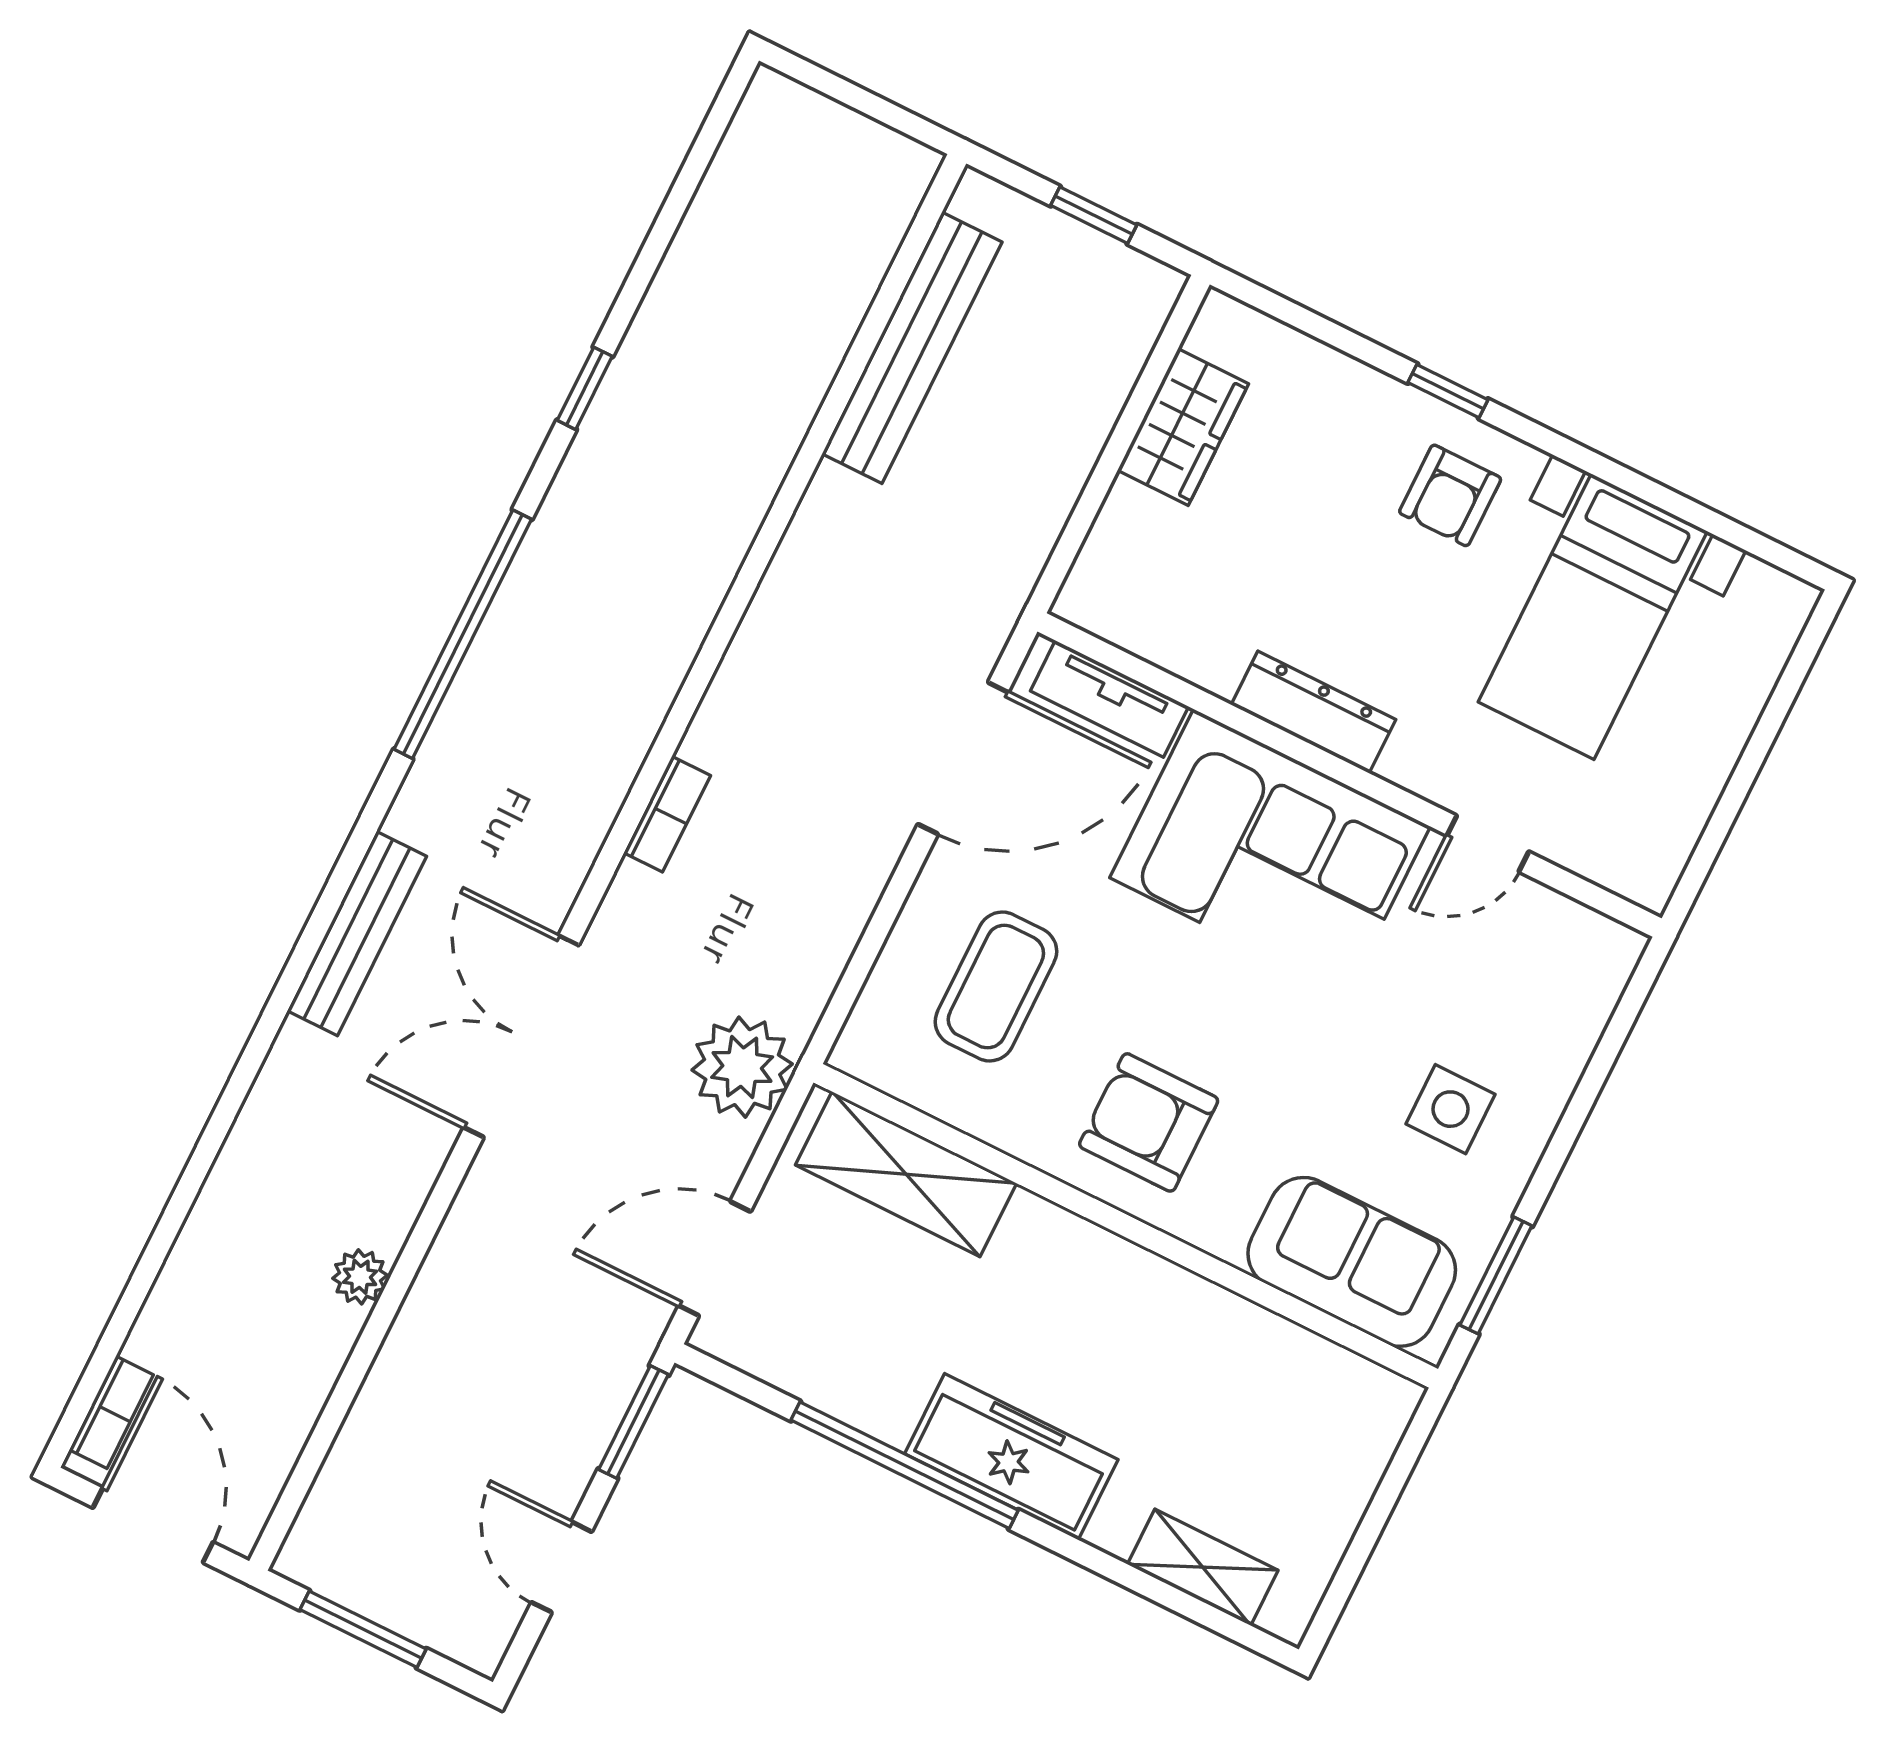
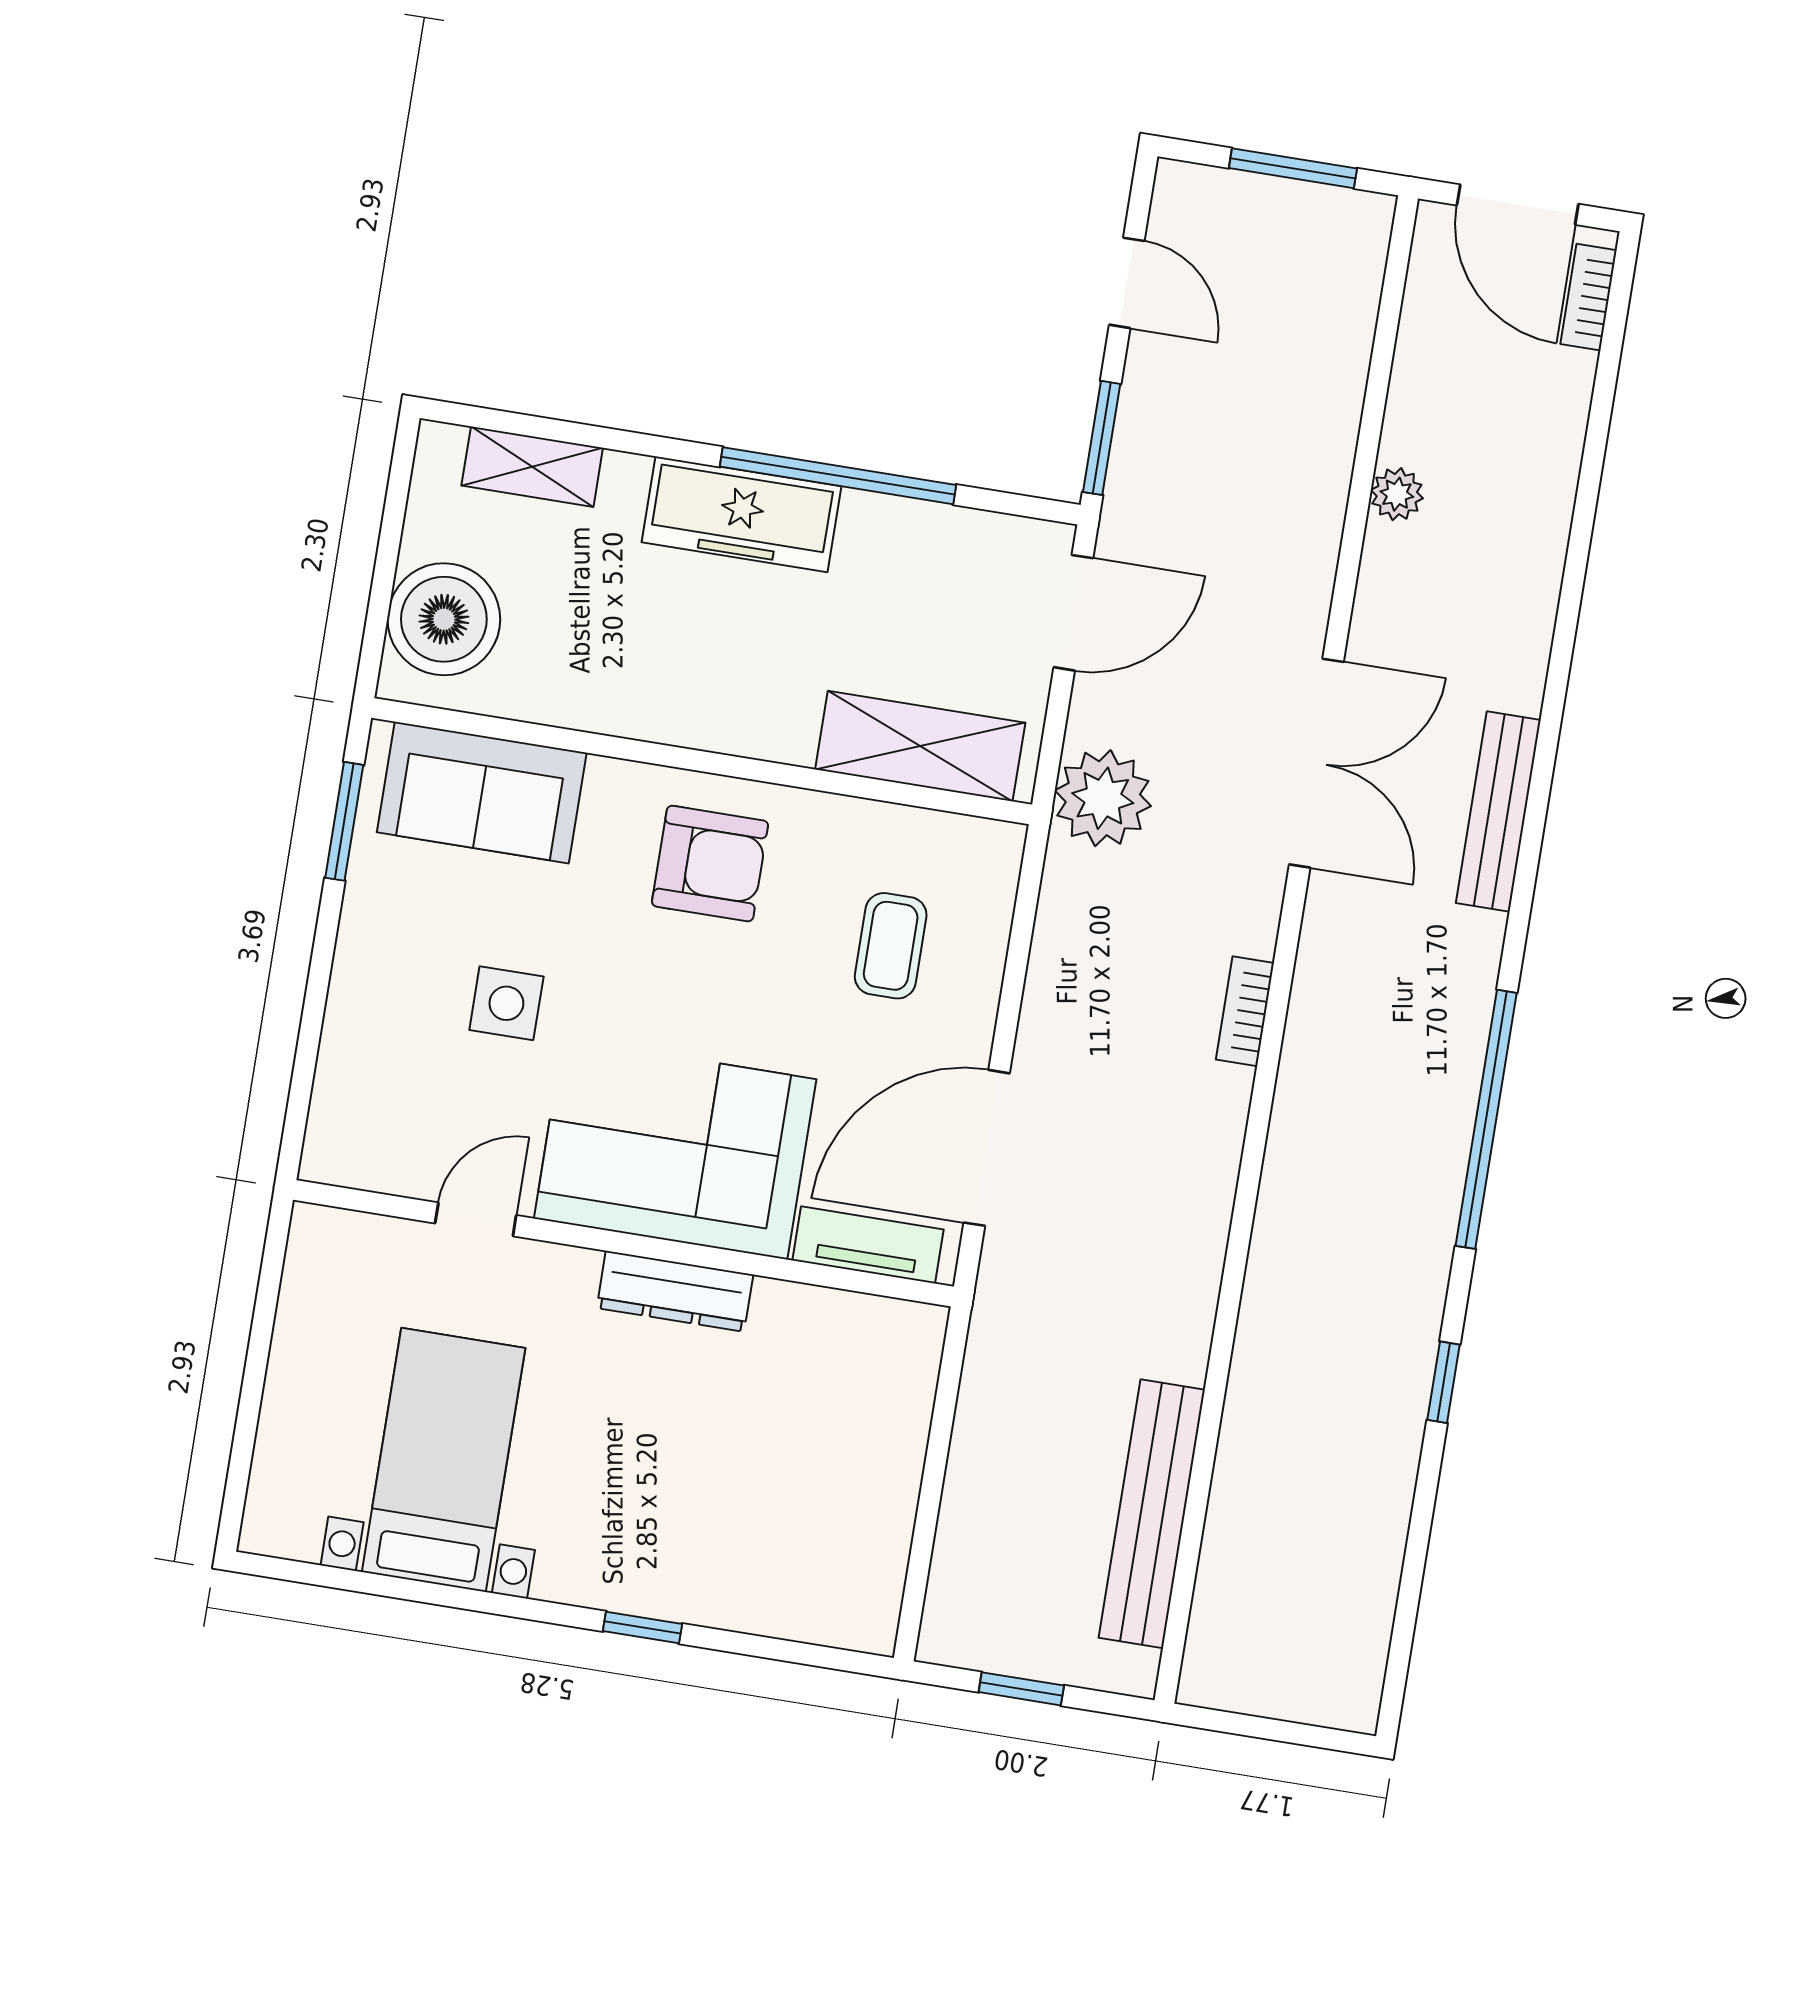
wardrobe: (1183, 427) -> (878, 1518), removed
armchair: (1450, 495) -> (610, 1531), removed
coffee table: (996, 986) -> (891, 946), width x0.73, depth x0.77
side table: (1451, 1109) -> (506, 1003), moved
boiler: (1336, 1444) -> (444, 619), added

